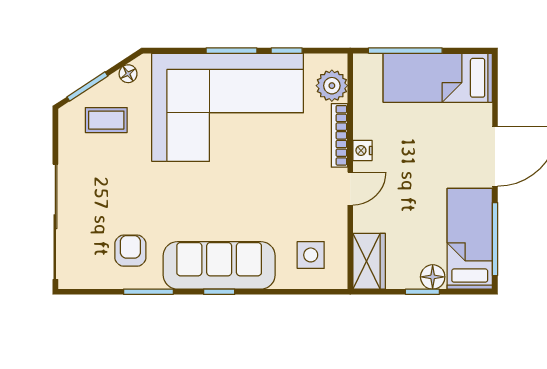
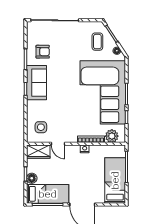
door: (350, 189) -> (58, 144), moved
sofa: (219, 265) -> (37, 83), width x0.73

